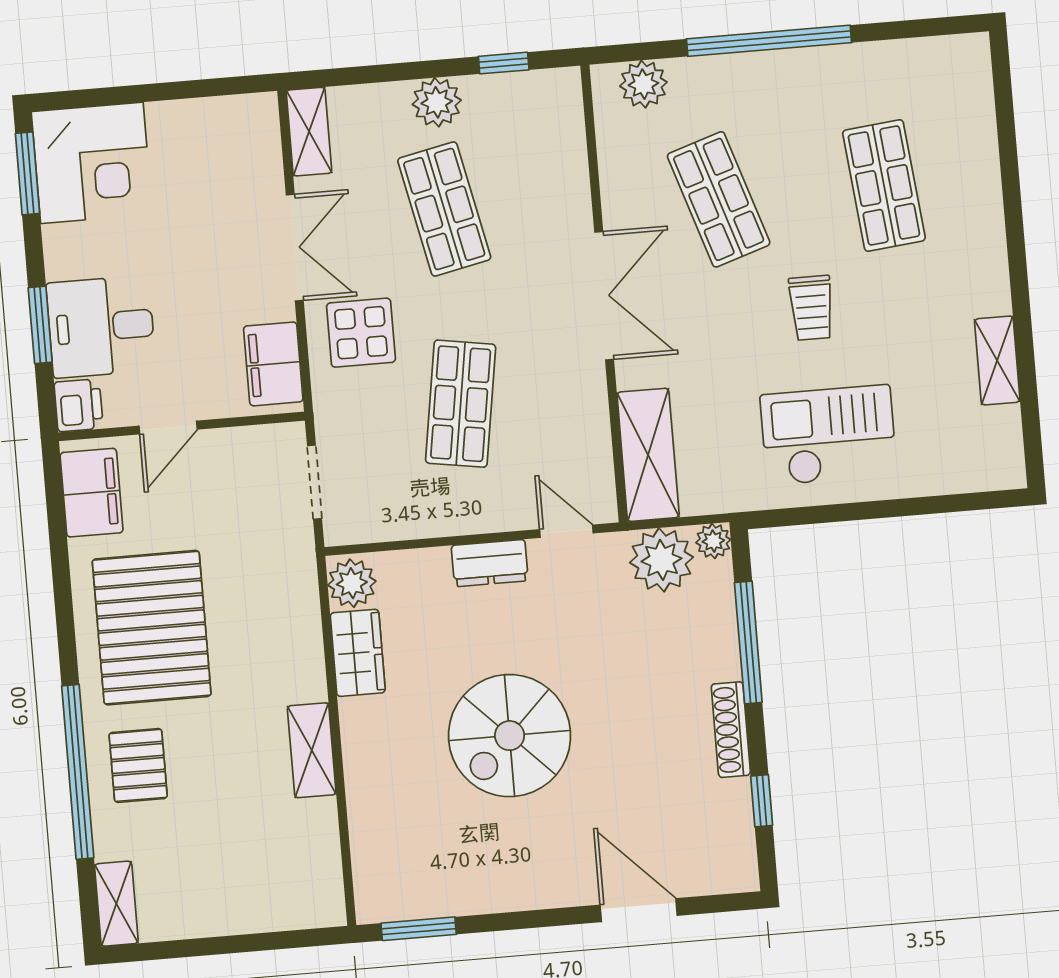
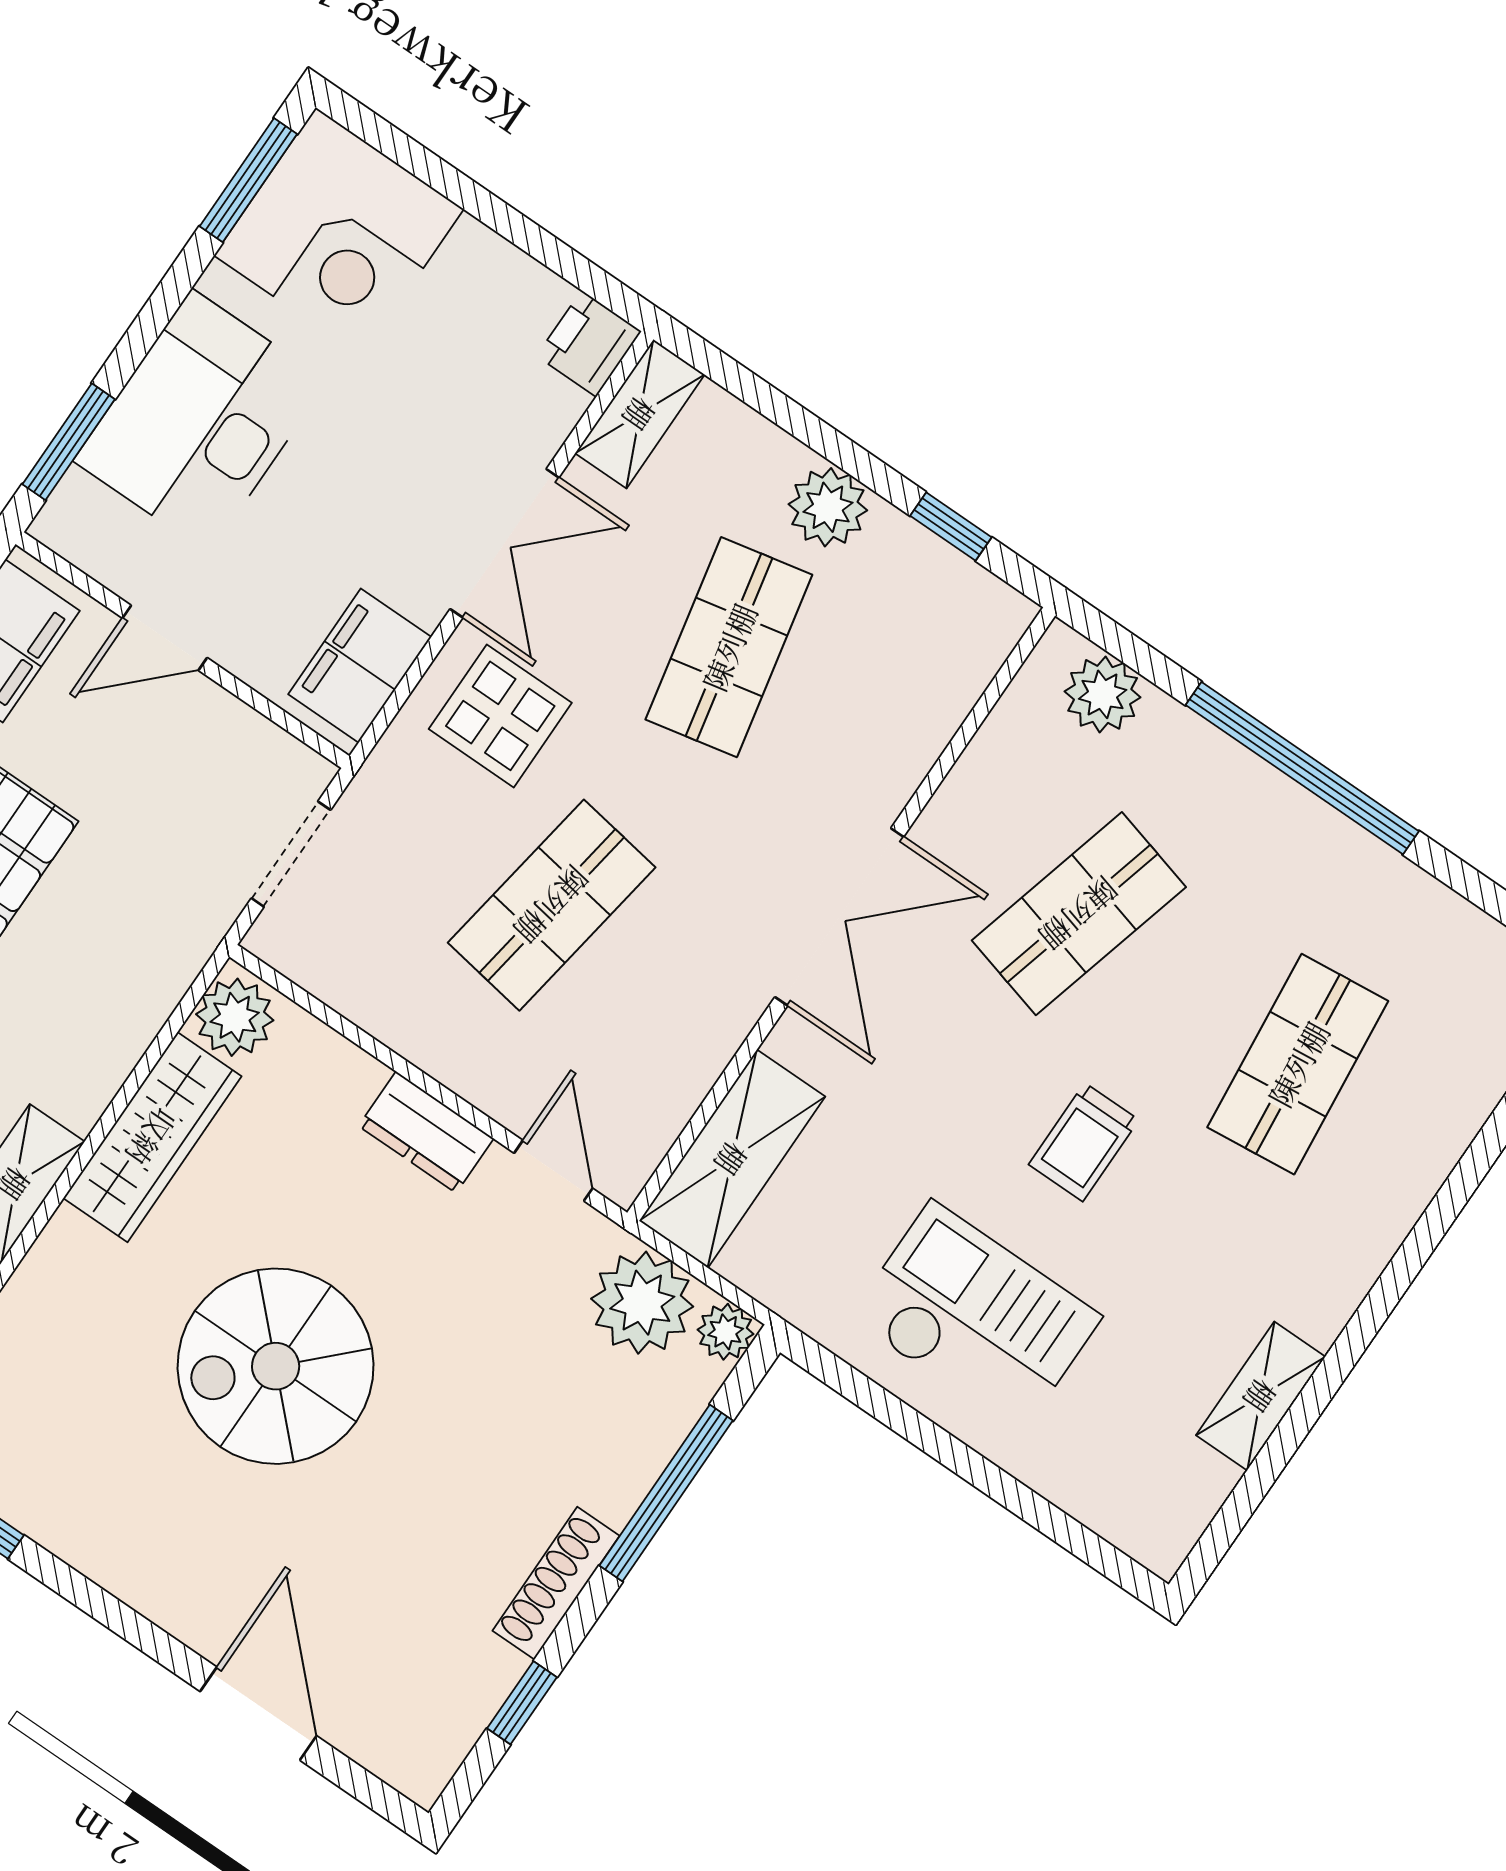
shop shelf: (719, 199) -> (1079, 914), turned 33
window: (40, 325) -> (69, 442), moved
desk: (101, 327) -> (200, 421), width x1.37
printer: (79, 405) -> (589, 344), moved, turned 180
wardrobe: (358, 653) -> (152, 1137), width x1.50

